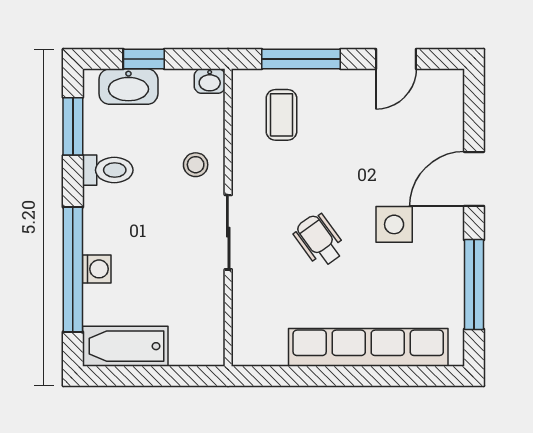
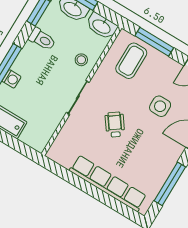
washbasin: (210, 81) -> (102, 26), width x1.91, depth x1.45
coffee table: (281, 115) -> (131, 61), width x1.36, depth x1.30
side table: (394, 224) -> (160, 106), moved

